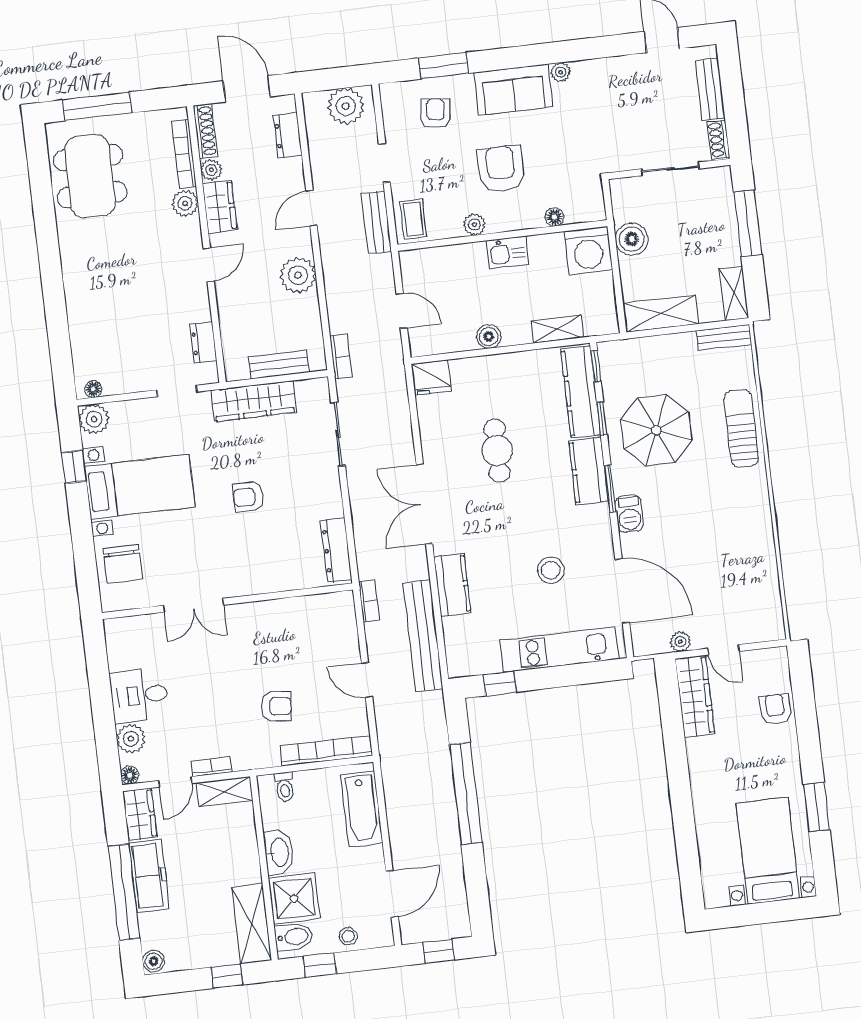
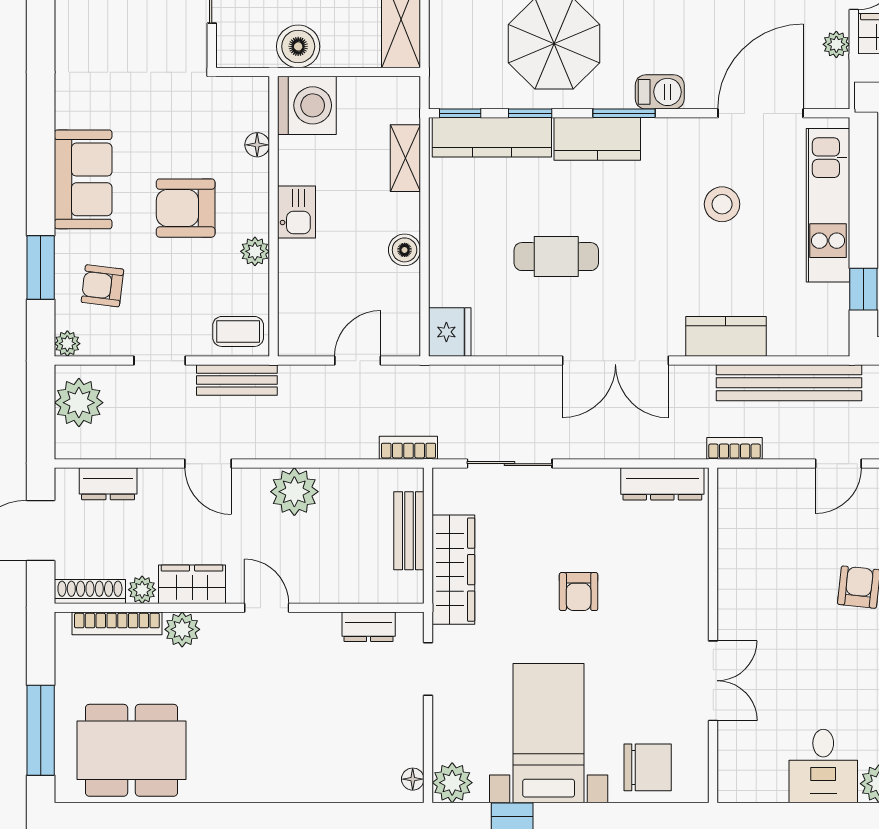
plant: (561, 72) -> (67, 344), moved

